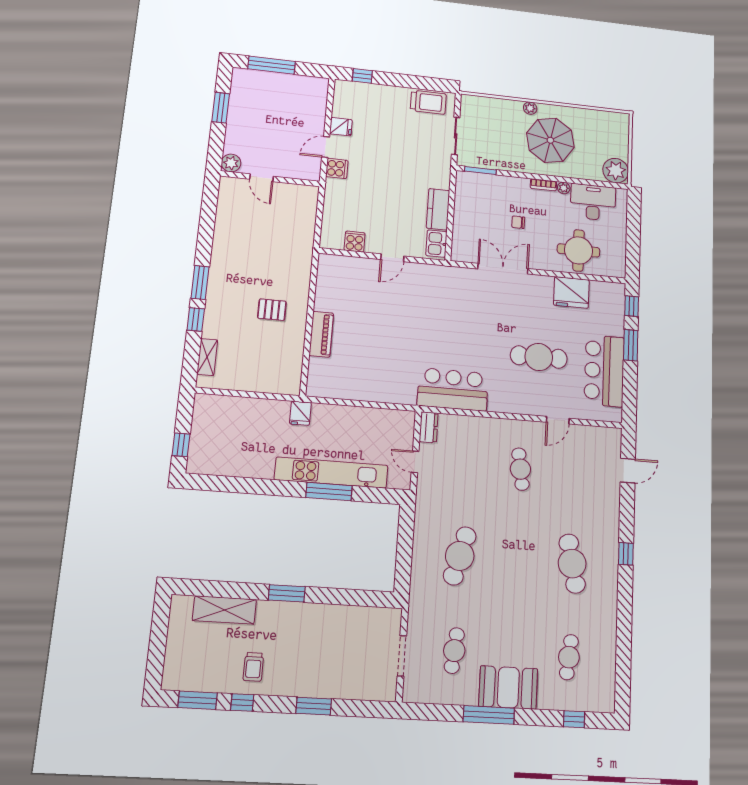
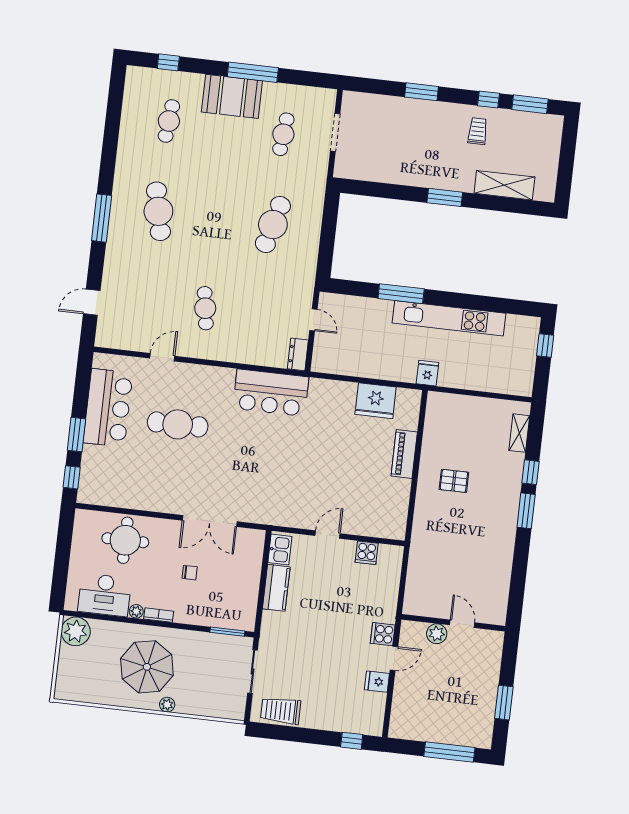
plant: (231, 163) -> (437, 634), moved
fridge: (571, 292) -> (376, 401), moved, turned 180
kitchen unit: (331, 473) -> (449, 318), moved
window: (626, 554) -> (102, 218), width x2.17

